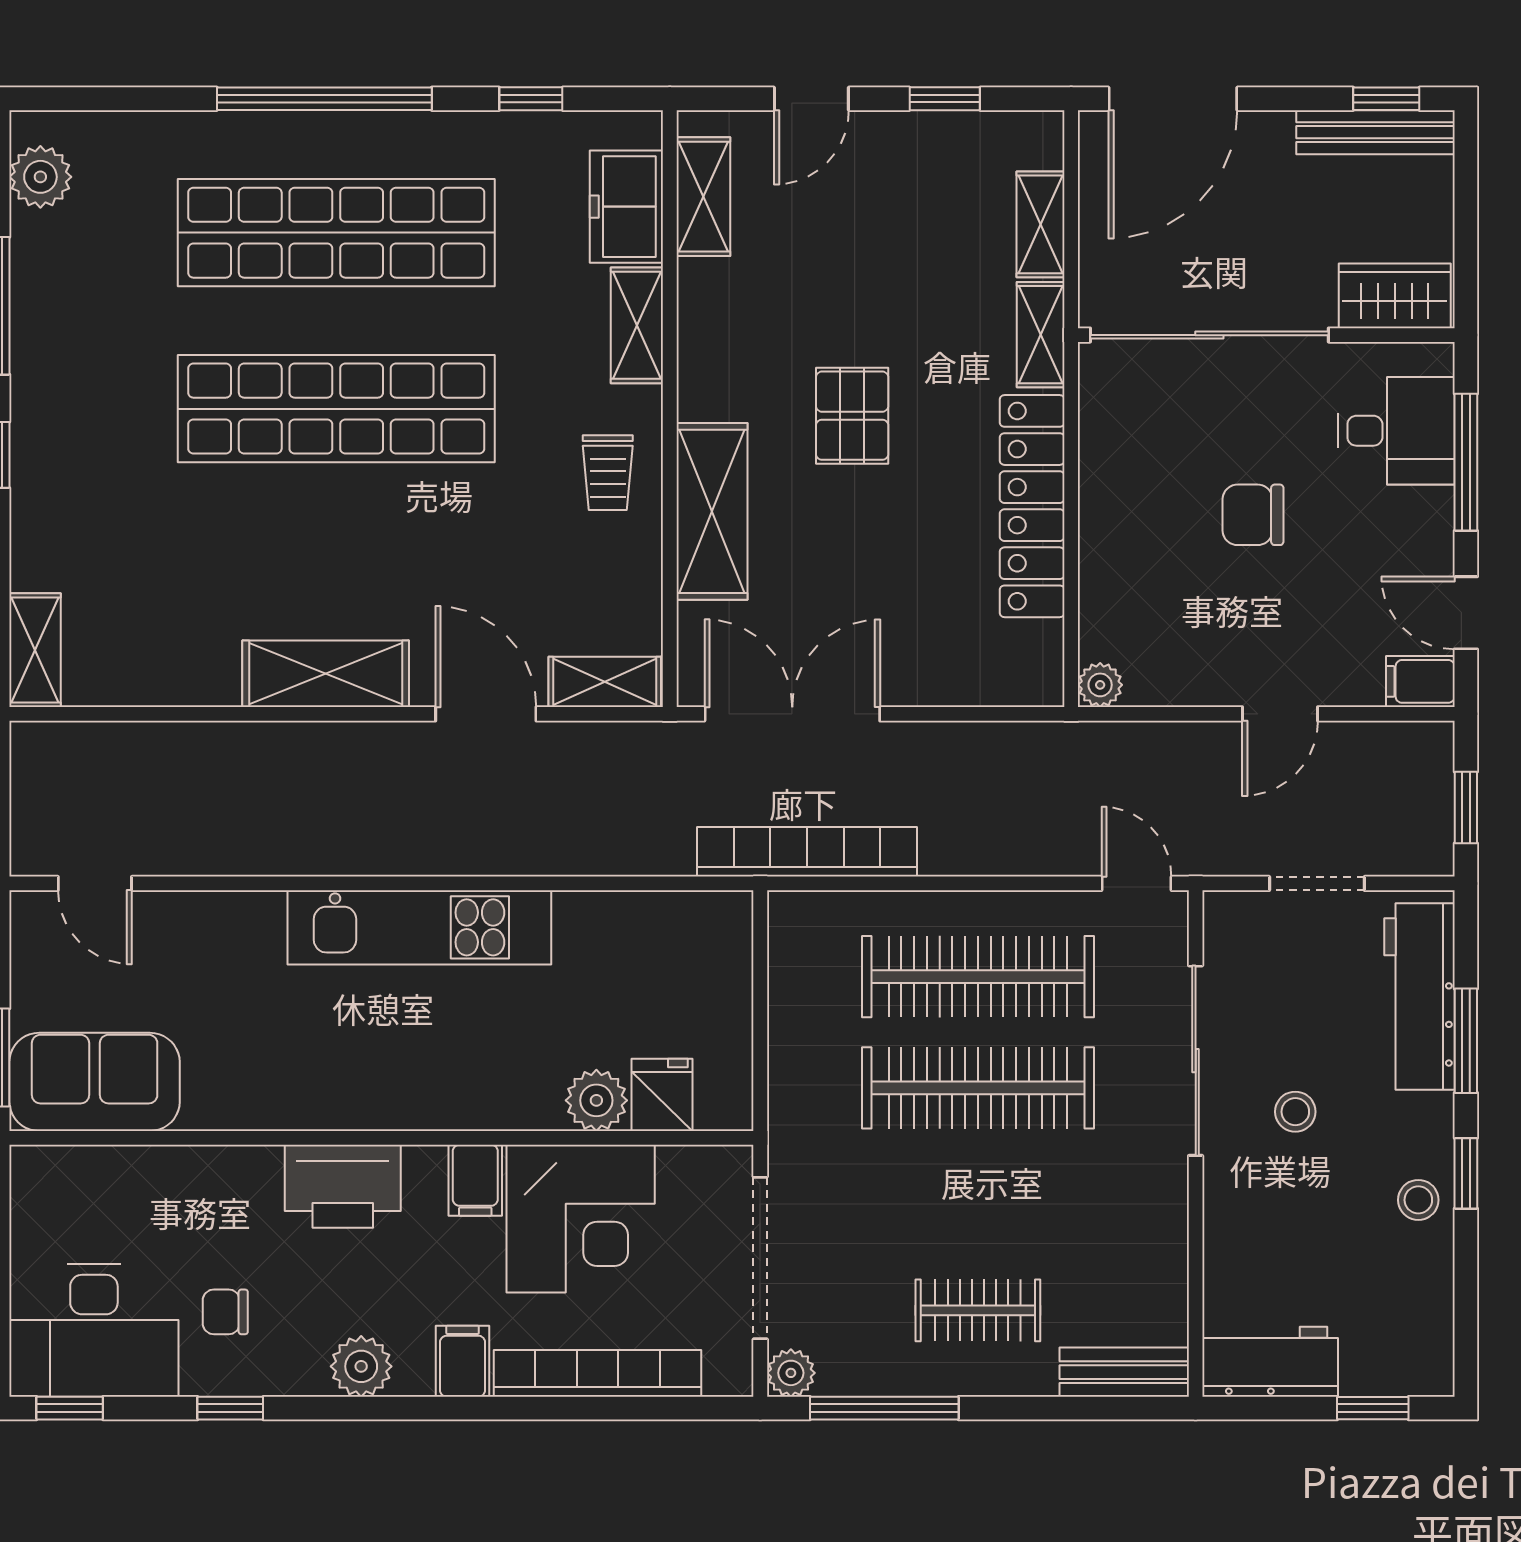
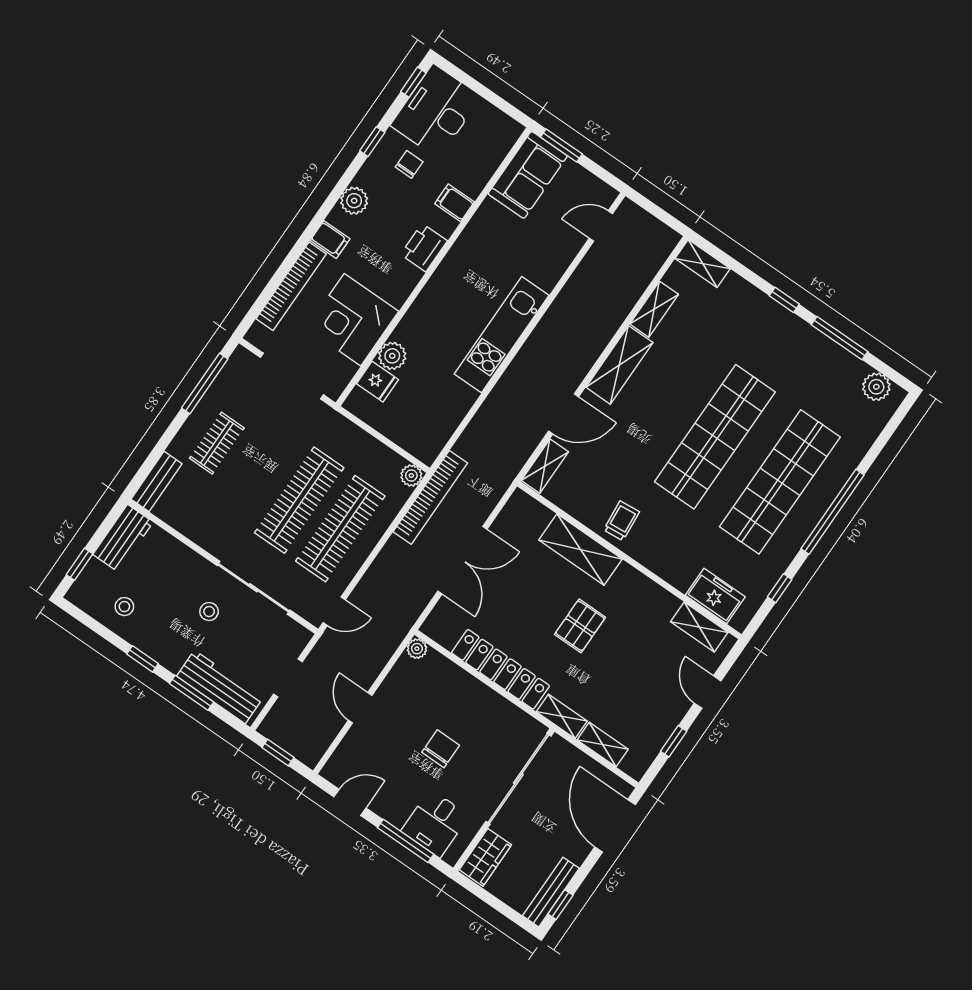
shelving: (637, 325) -> (654, 309), moved, turned 90
pallet: (852, 416) -> (580, 626), turned 90
trolley: (608, 473) -> (622, 521), turned 85
filing cabinet: (1420, 681) -> (336, 768), removed
double door: (792, 714) -> (462, 560), moved
filing cabinet: (475, 1180) -> (455, 203), moved
printer: (343, 1186) -> (424, 248), width x0.73, depth x0.84
stool: (1418, 1200) -> (124, 607), moved
plant: (791, 1373) -> (411, 476), moved

